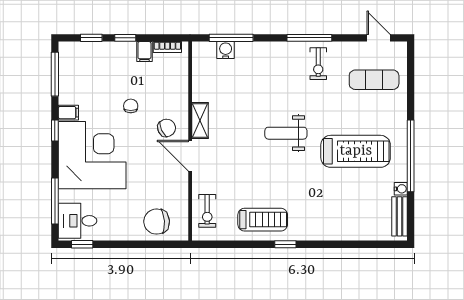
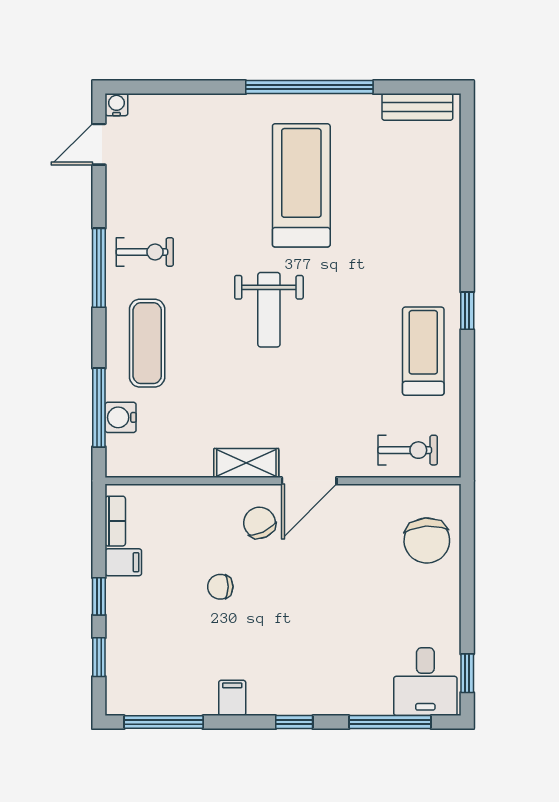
exercise mat: (374, 80) -> (147, 343), moved
window: (55, 131) -> (294, 722), moved
corner desk: (92, 155) -> (308, 656), removed
water cooler: (401, 189) -> (116, 105), moved

